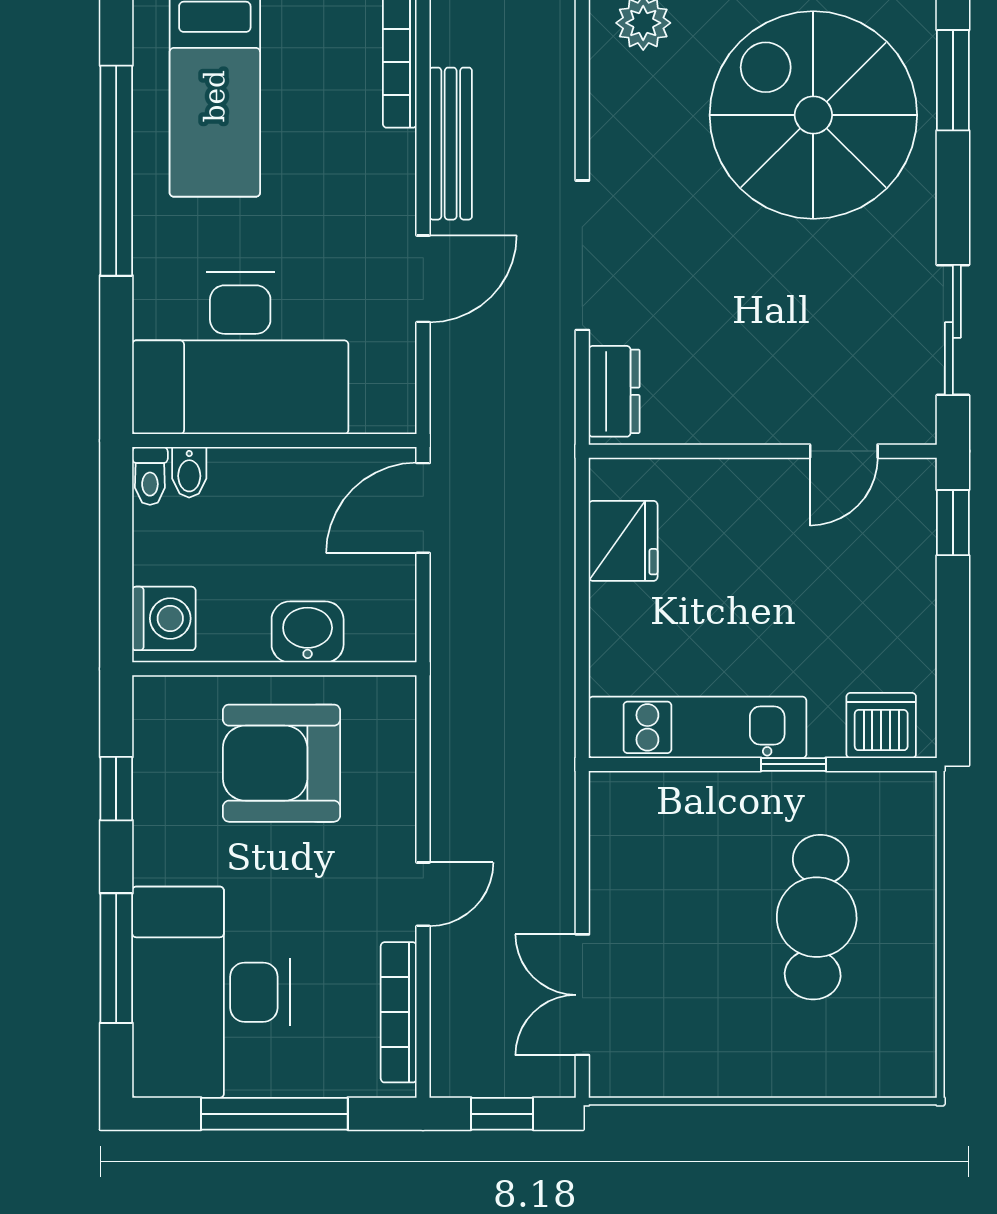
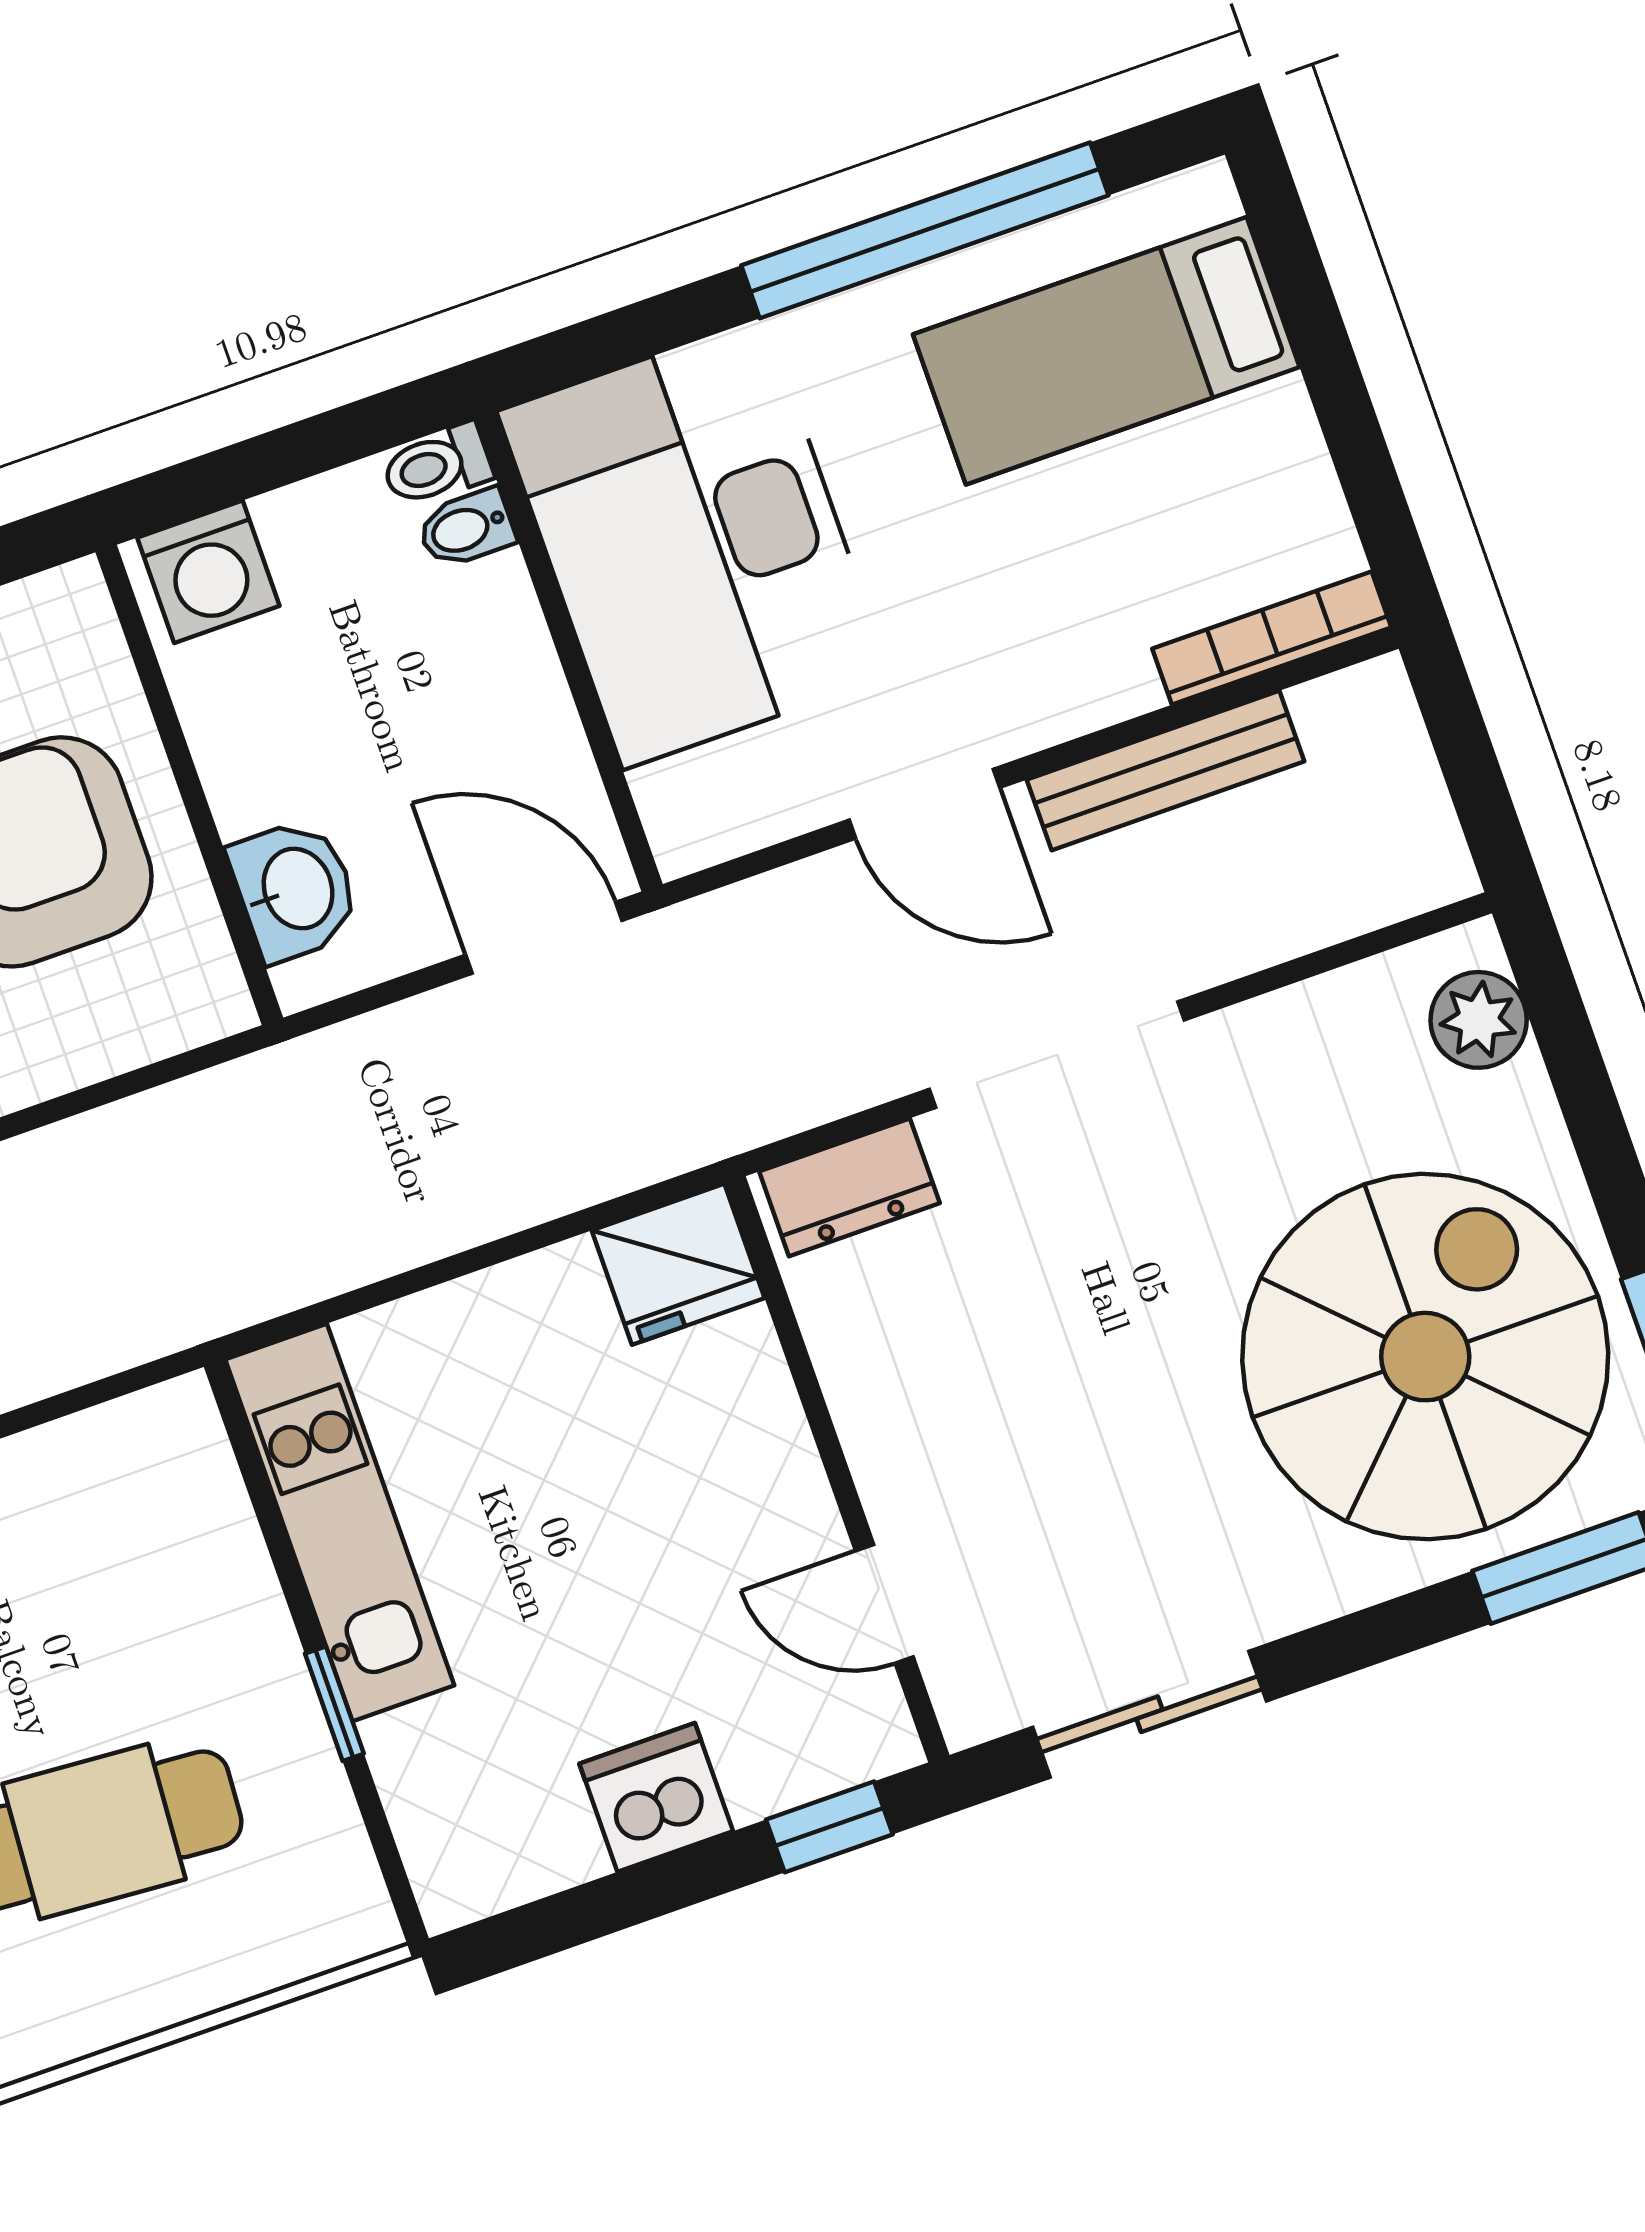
fridge: (623, 541) -> (678, 1264), moved
washbasin: (308, 632) -> (295, 890), moved
dishwasher: (881, 725) -> (656, 1797), moved, turned -90

